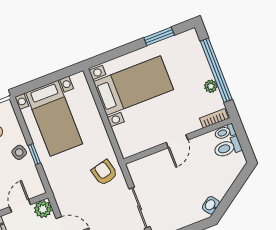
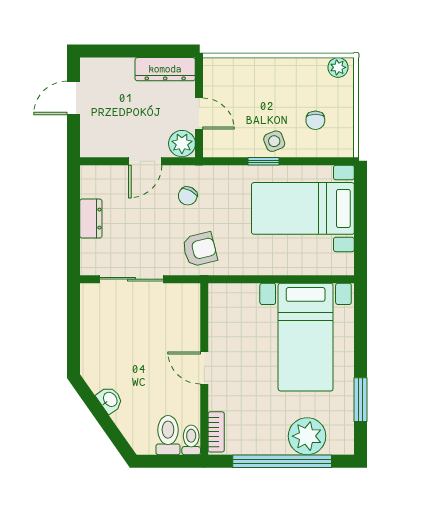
plant: (211, 86) -> (307, 436), moved, width x1.87, depth x1.87
chair: (74, 193) -> (188, 196), added
washbasin: (211, 205) -> (110, 400), moved

